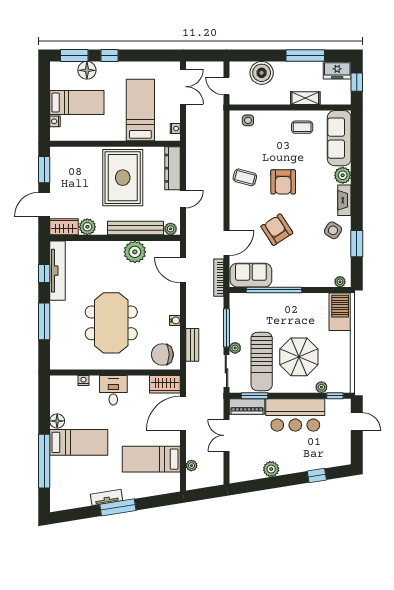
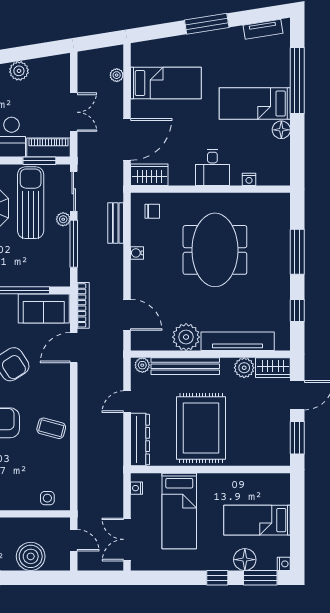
nightstand: (55, 121) -> (284, 564), moved
tv unit: (57, 271) -> (238, 341), moved, turned 90
chair: (162, 354) -> (152, 211), width x0.54, depth x0.54
tv unit: (107, 497) -> (263, 29), moved

